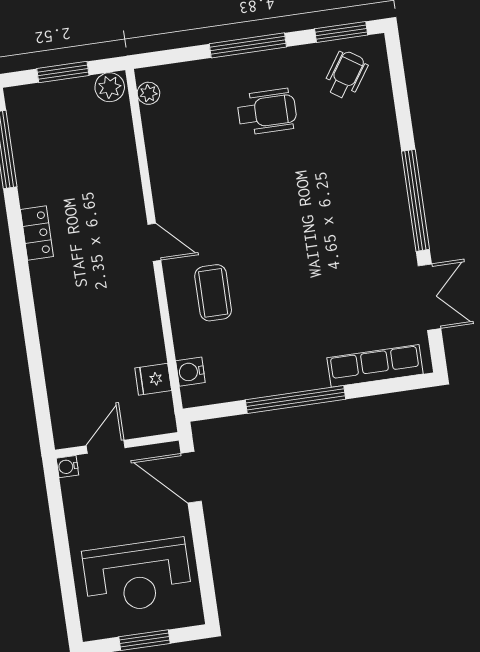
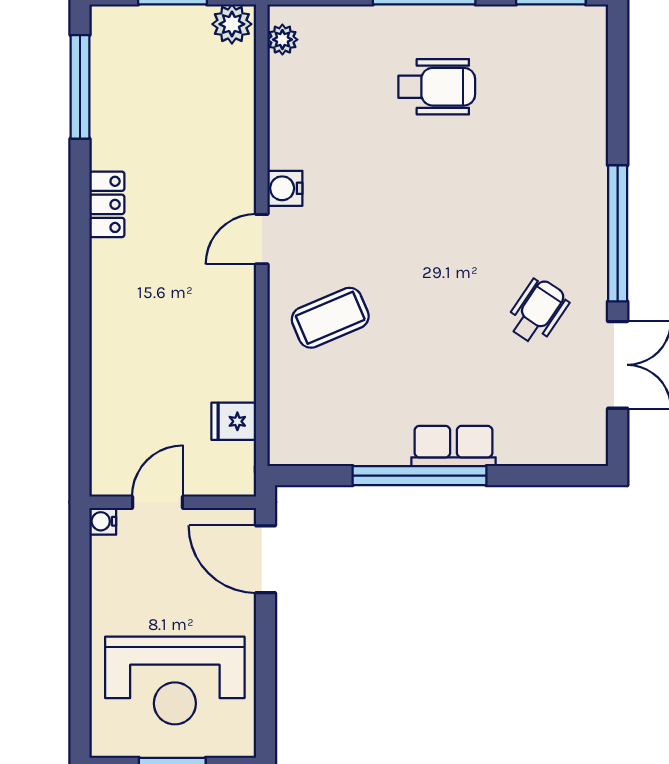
wheelchair: (346, 75) -> (538, 311), moved
door: (154, 242) -> (262, 239), swing flipped
coffee table: (213, 293) -> (330, 318), turned 67
row of seats: (375, 366) -> (453, 446), moved, width x0.68
water cooler: (190, 372) -> (285, 188), moved

